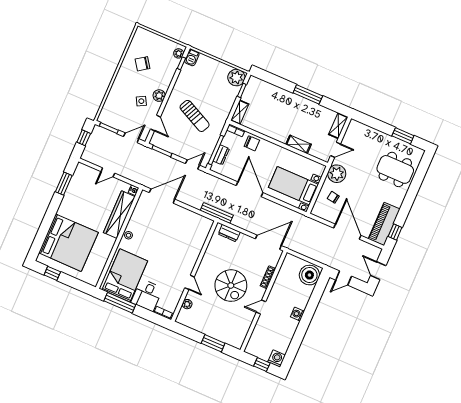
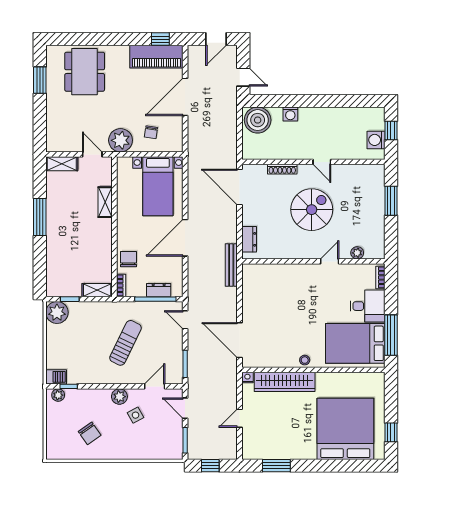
door: (108, 172) -> (240, 418), swing flipped
washing machine: (297, 314) -> (290, 114), moved
washing machine: (277, 359) -> (376, 140), moved

